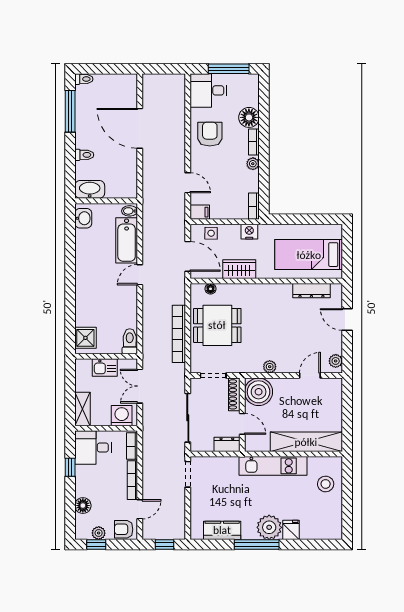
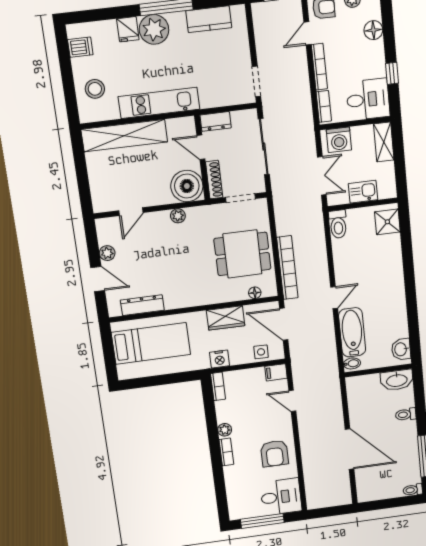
floor lamp: (249, 117) -> (235, 476), removed
bookcase: (179, 334) -> (287, 268), moved
plant: (336, 361) -> (107, 253), moved
dishwasher: (333, 520) -> (80, 47), added

